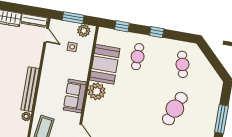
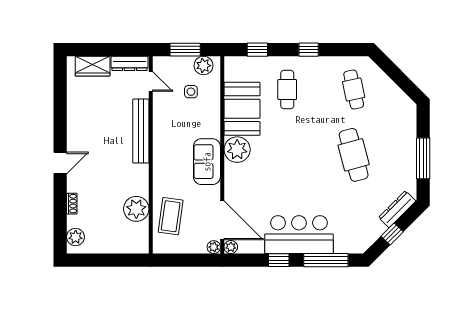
bench: (30, 89) -> (141, 131), moved
cafe table: (175, 109) -> (354, 155), turned -36
plant: (26, 116) -> (136, 209), width x1.88, depth x1.88

